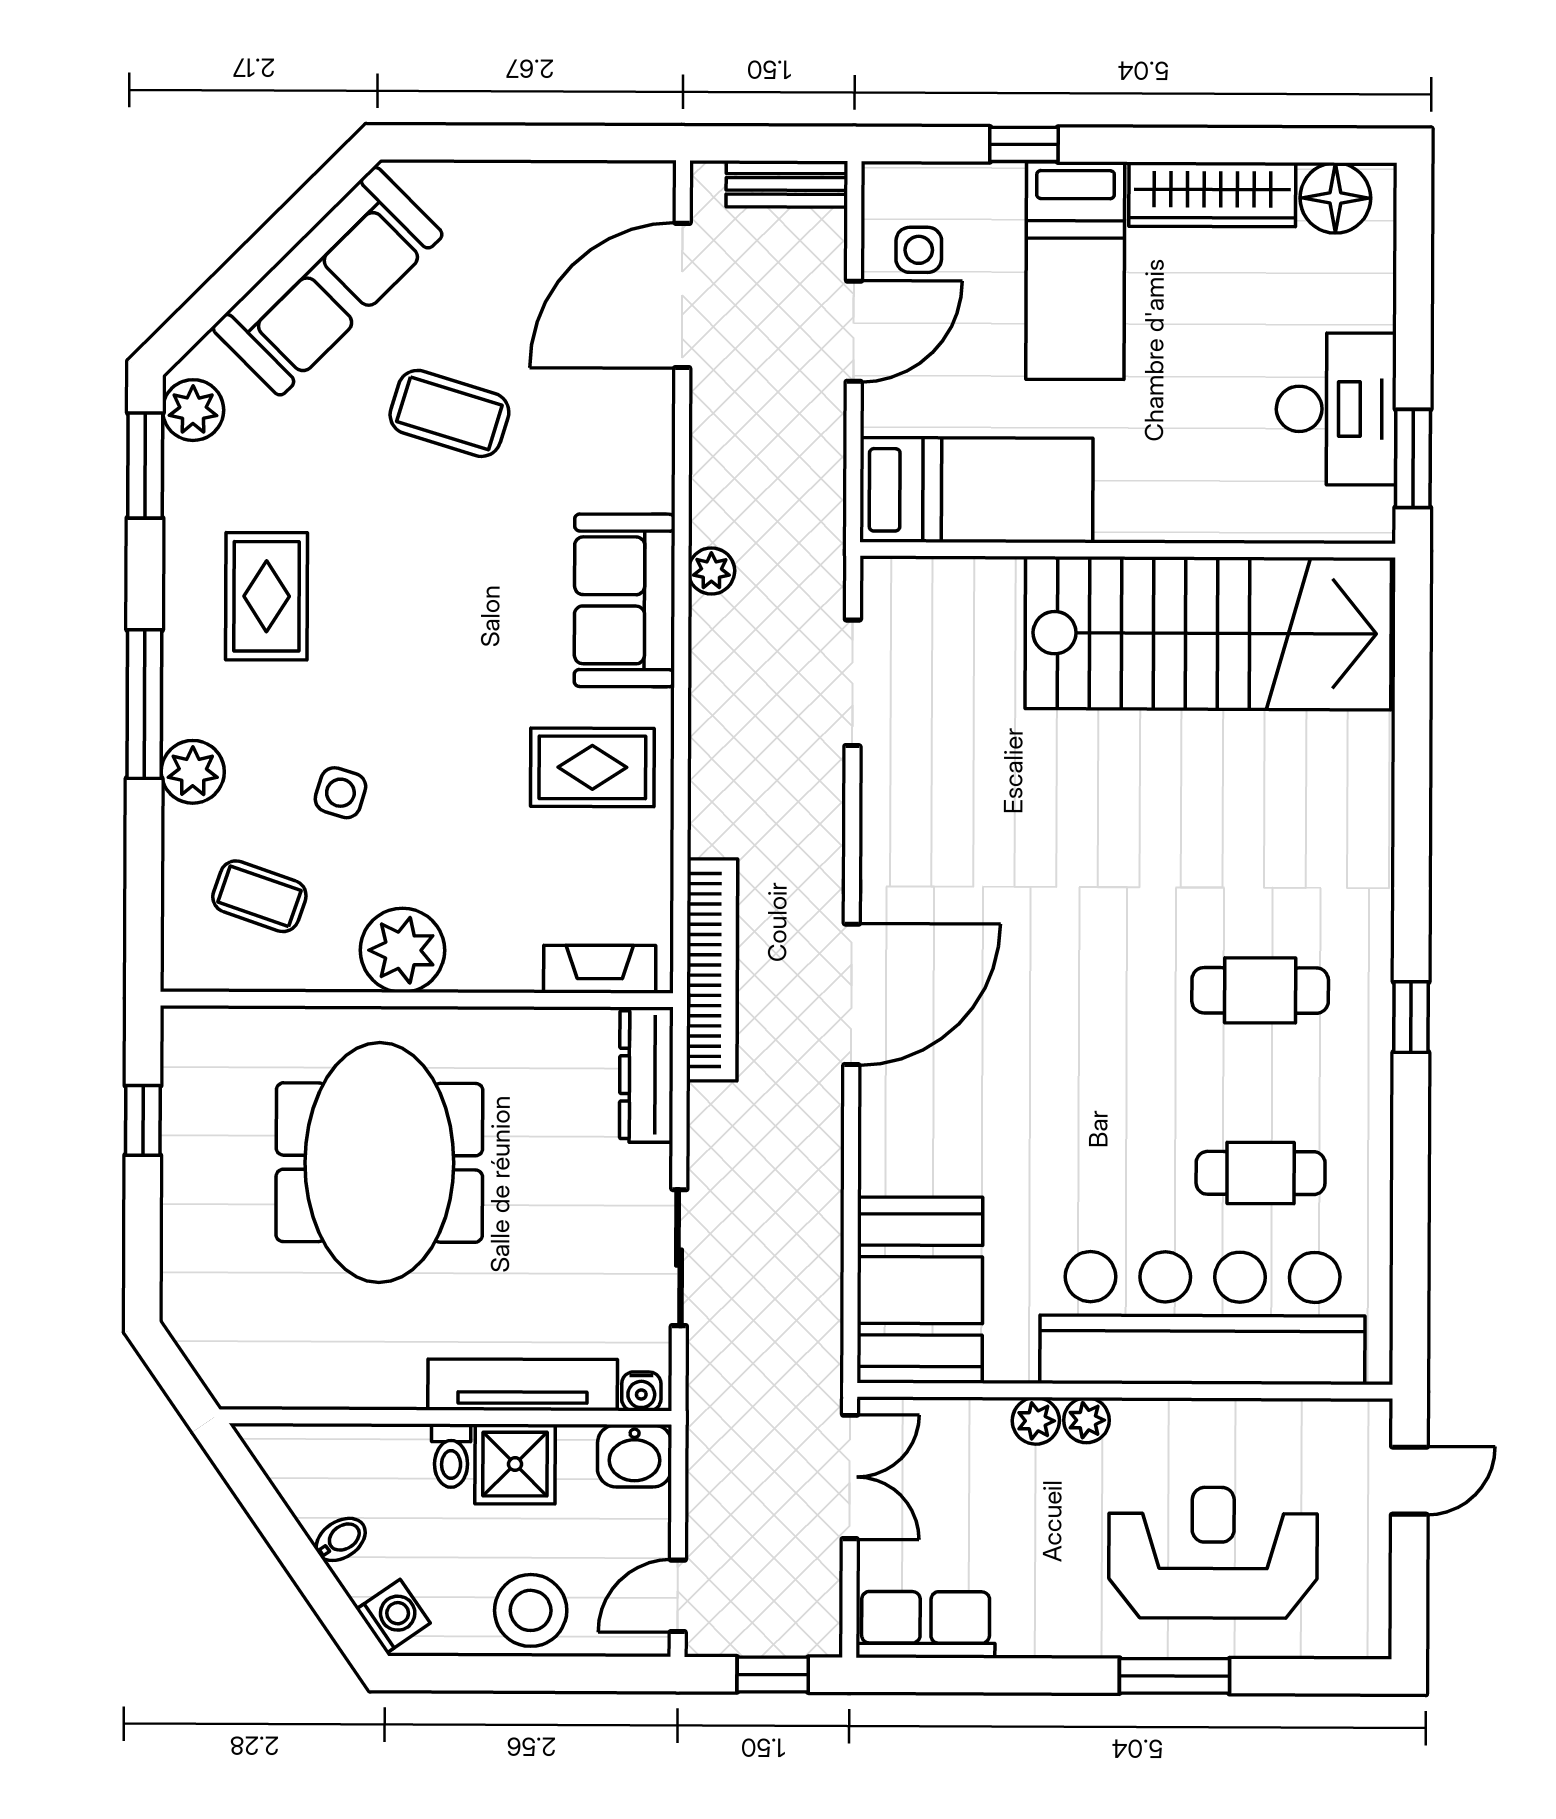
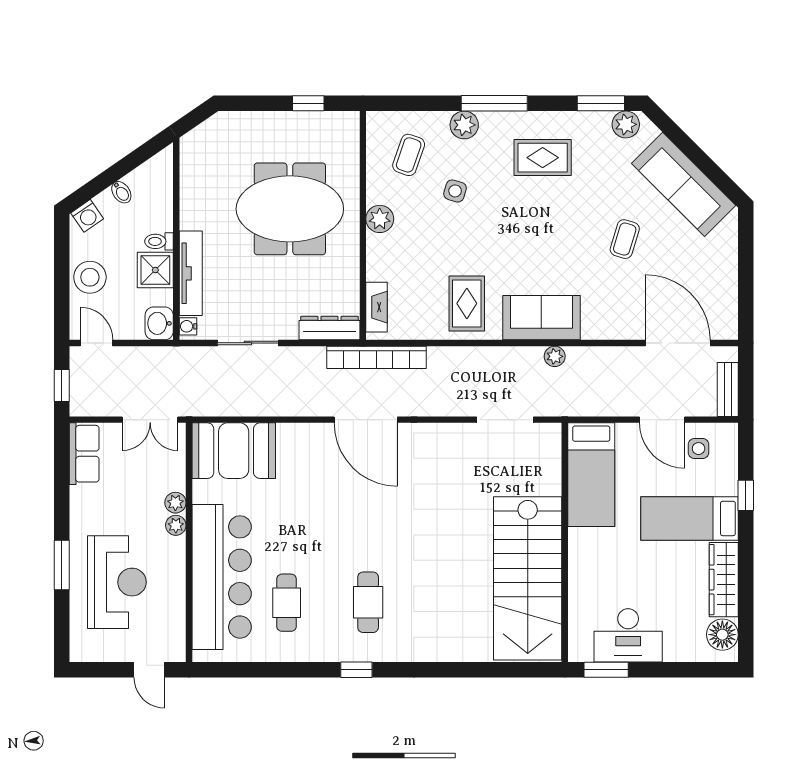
coffee table: (449, 413) -> (625, 239), width x0.73, depth x0.77
plant: (402, 950) -> (380, 219), width x0.73, depth x0.73

